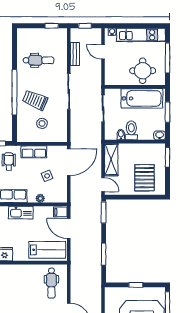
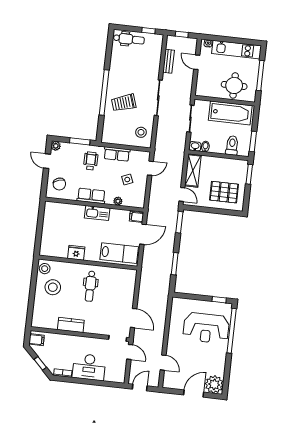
dental chair: (38, 60) -> (129, 39), moved
trolley: (35, 100) -> (124, 103), turned -41
window: (167, 112) -> (253, 142), moved
stool: (42, 123) -> (141, 132), moved
toilet: (131, 130) -> (232, 145), moved
washbasin: (160, 135) -> (195, 146), moved
door: (69, 162) -> (150, 168), width x0.53
pallet: (144, 178) -> (224, 192), turned 90
door: (69, 229) -> (143, 234), swing flipped
dental chair: (51, 283) -> (90, 286), moved
window: (136, 285) -> (219, 300), moved

